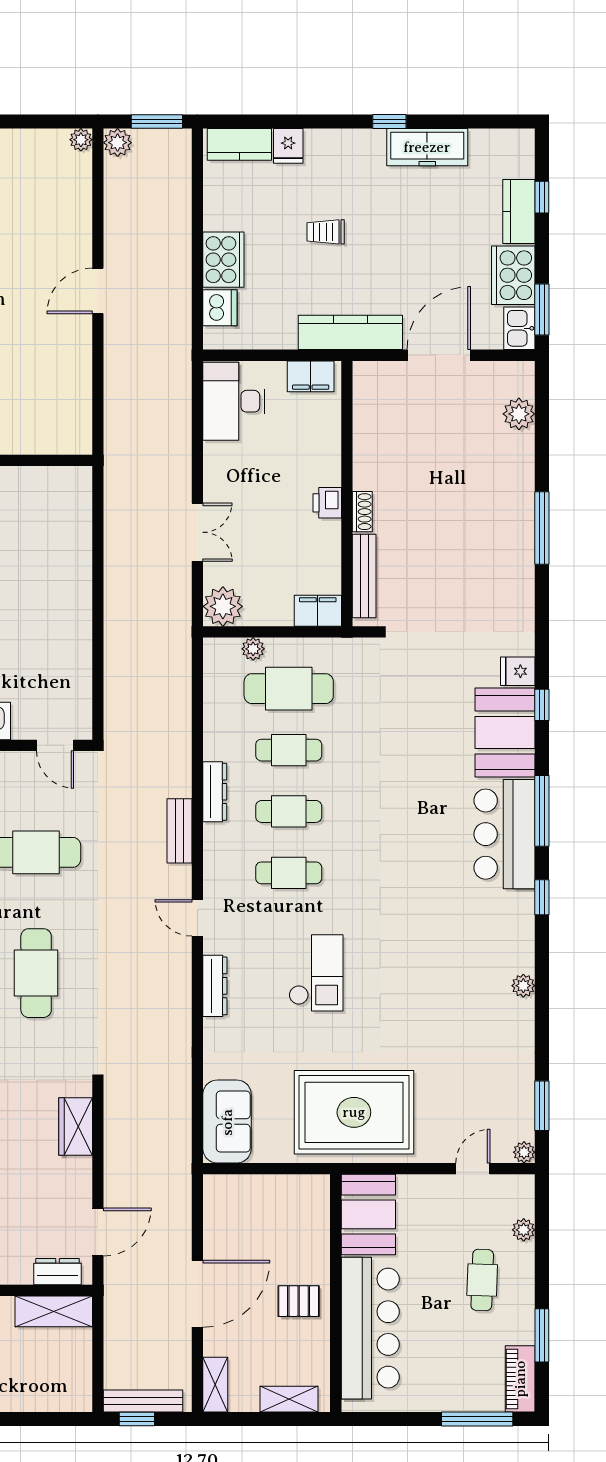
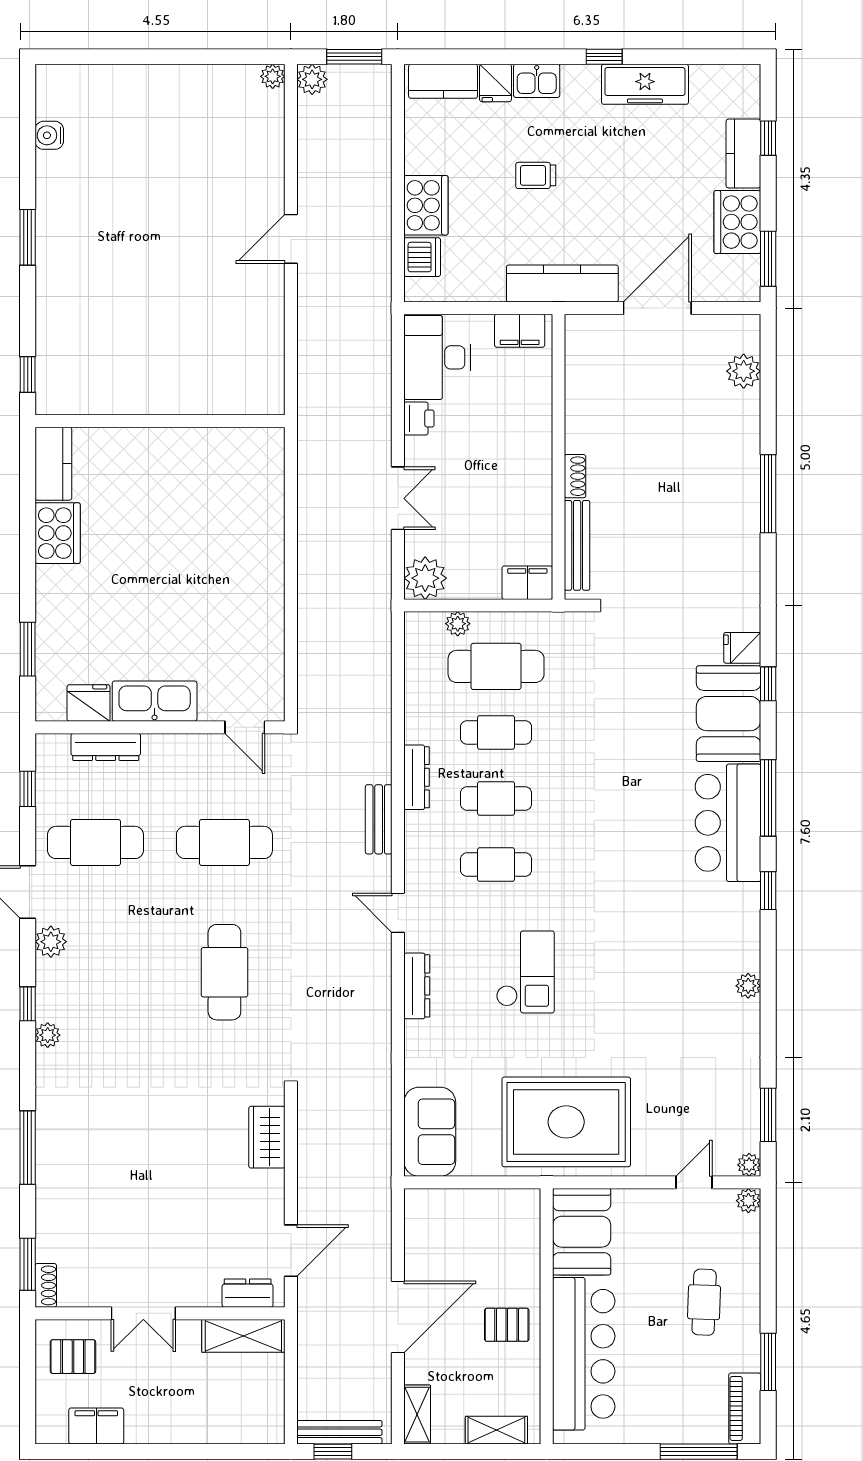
kitchen sink: (519, 328) -> (537, 81), moved, turned -90
printer: (327, 503) -> (419, 418), moved, turned 180
plant: (524, 1230) -> (748, 1201), moved

